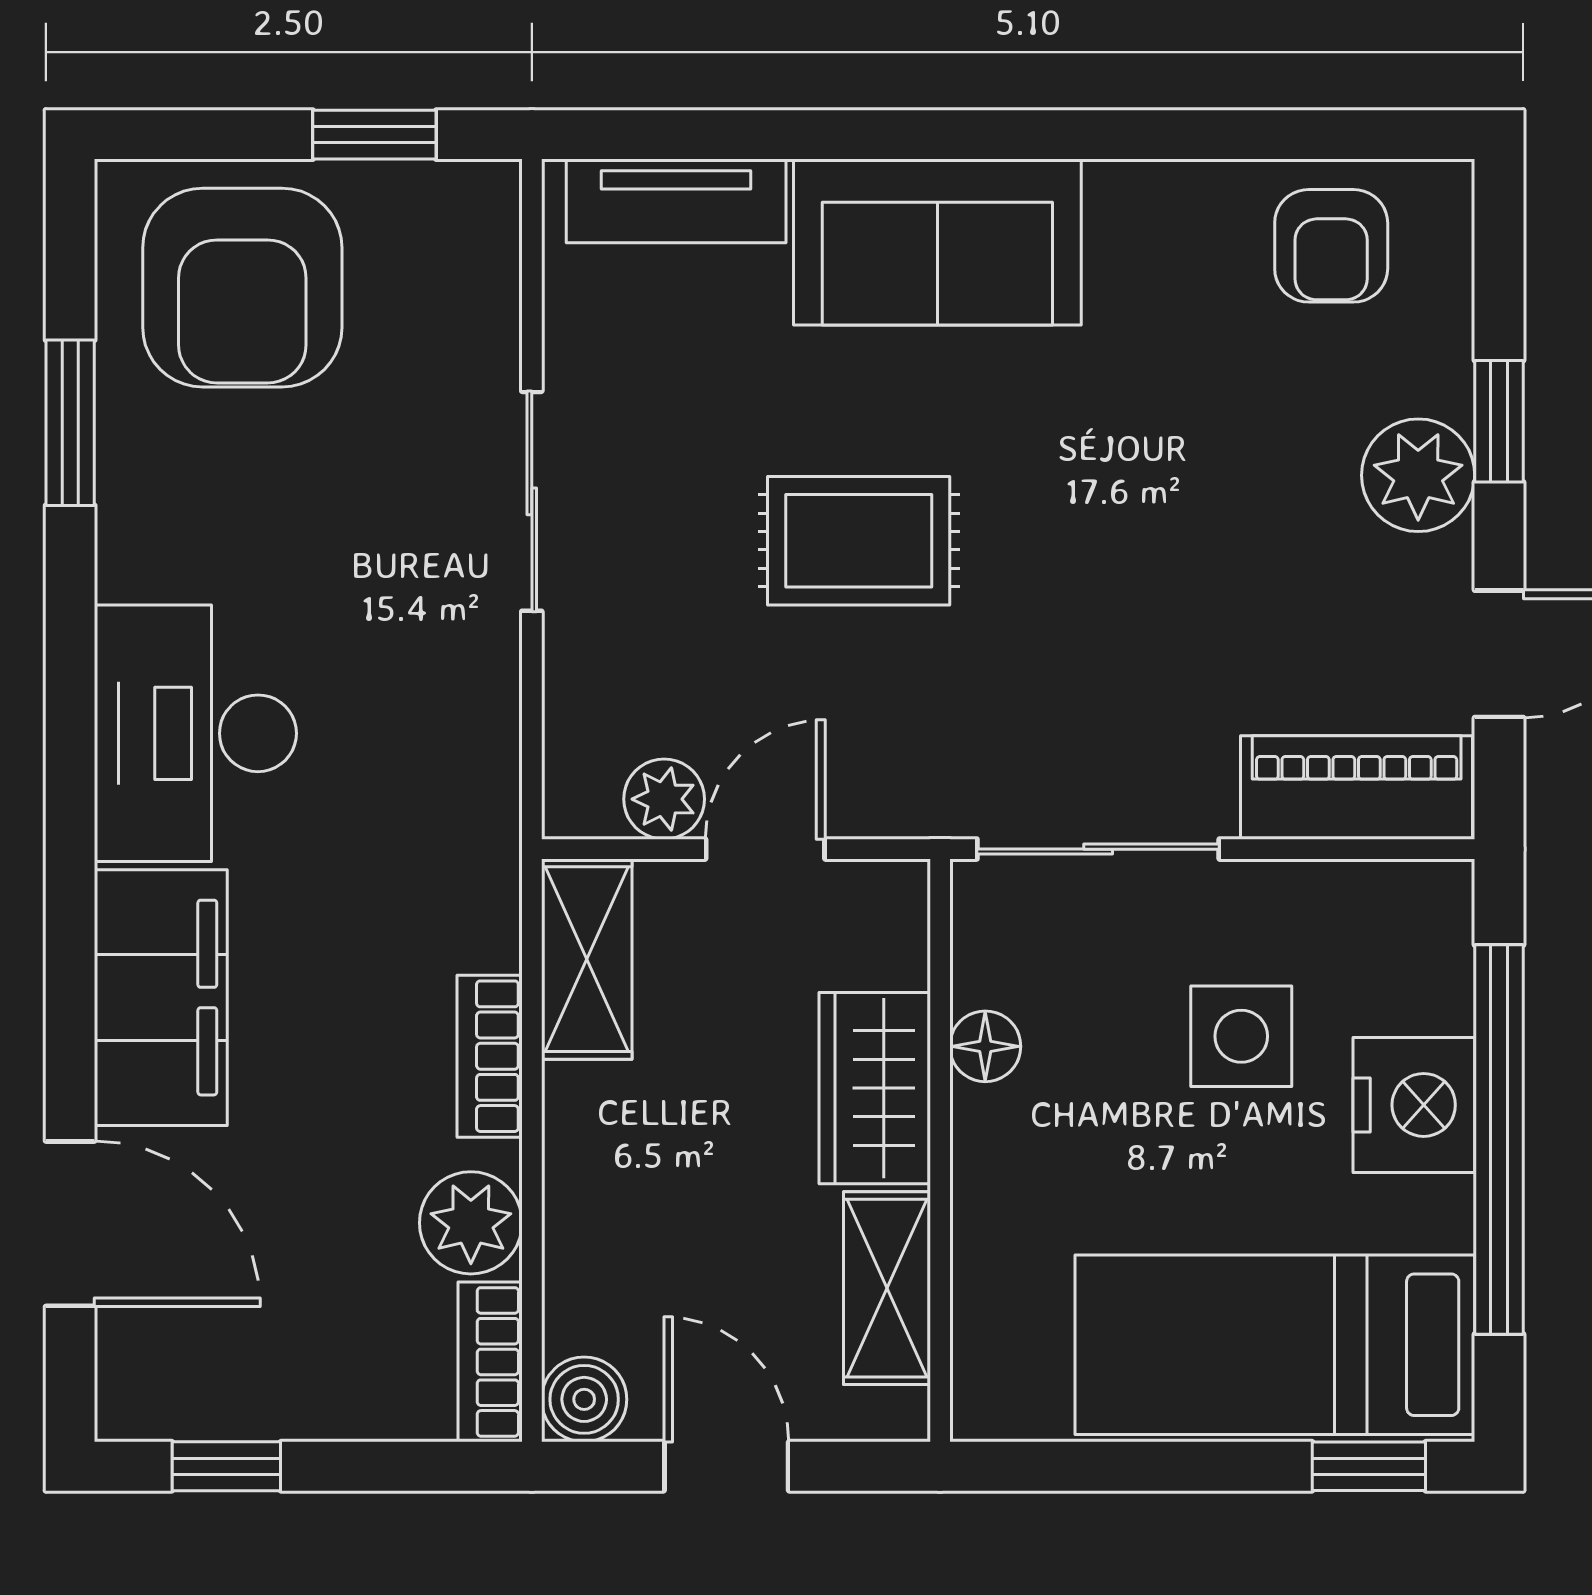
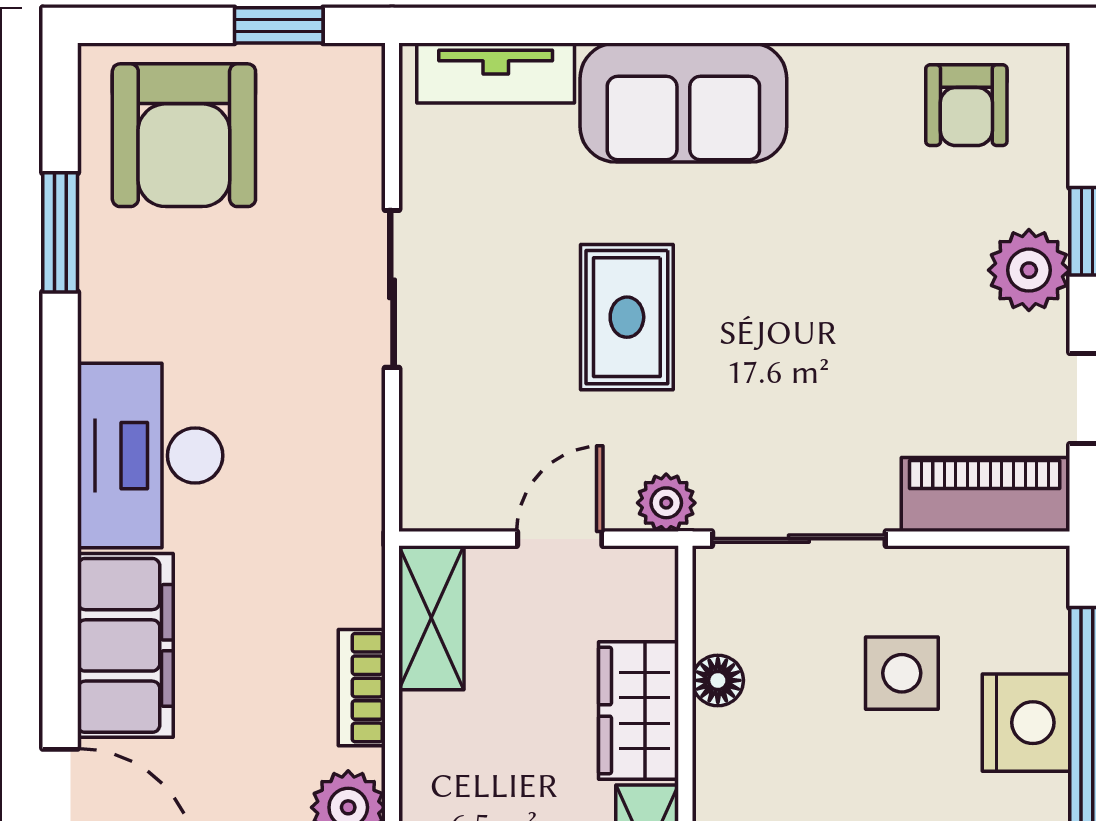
rug: (859, 541) -> (627, 317), turned 90
plant: (664, 799) -> (666, 503), moved

